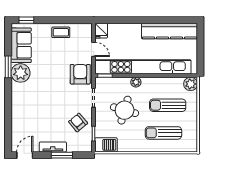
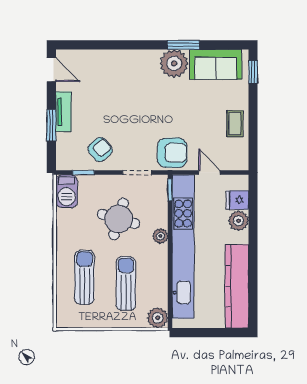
plant: (126, 30) -> (239, 221), added
fridge: (101, 31) -> (237, 200), moved
door: (94, 49) -> (209, 173), swing flipped

